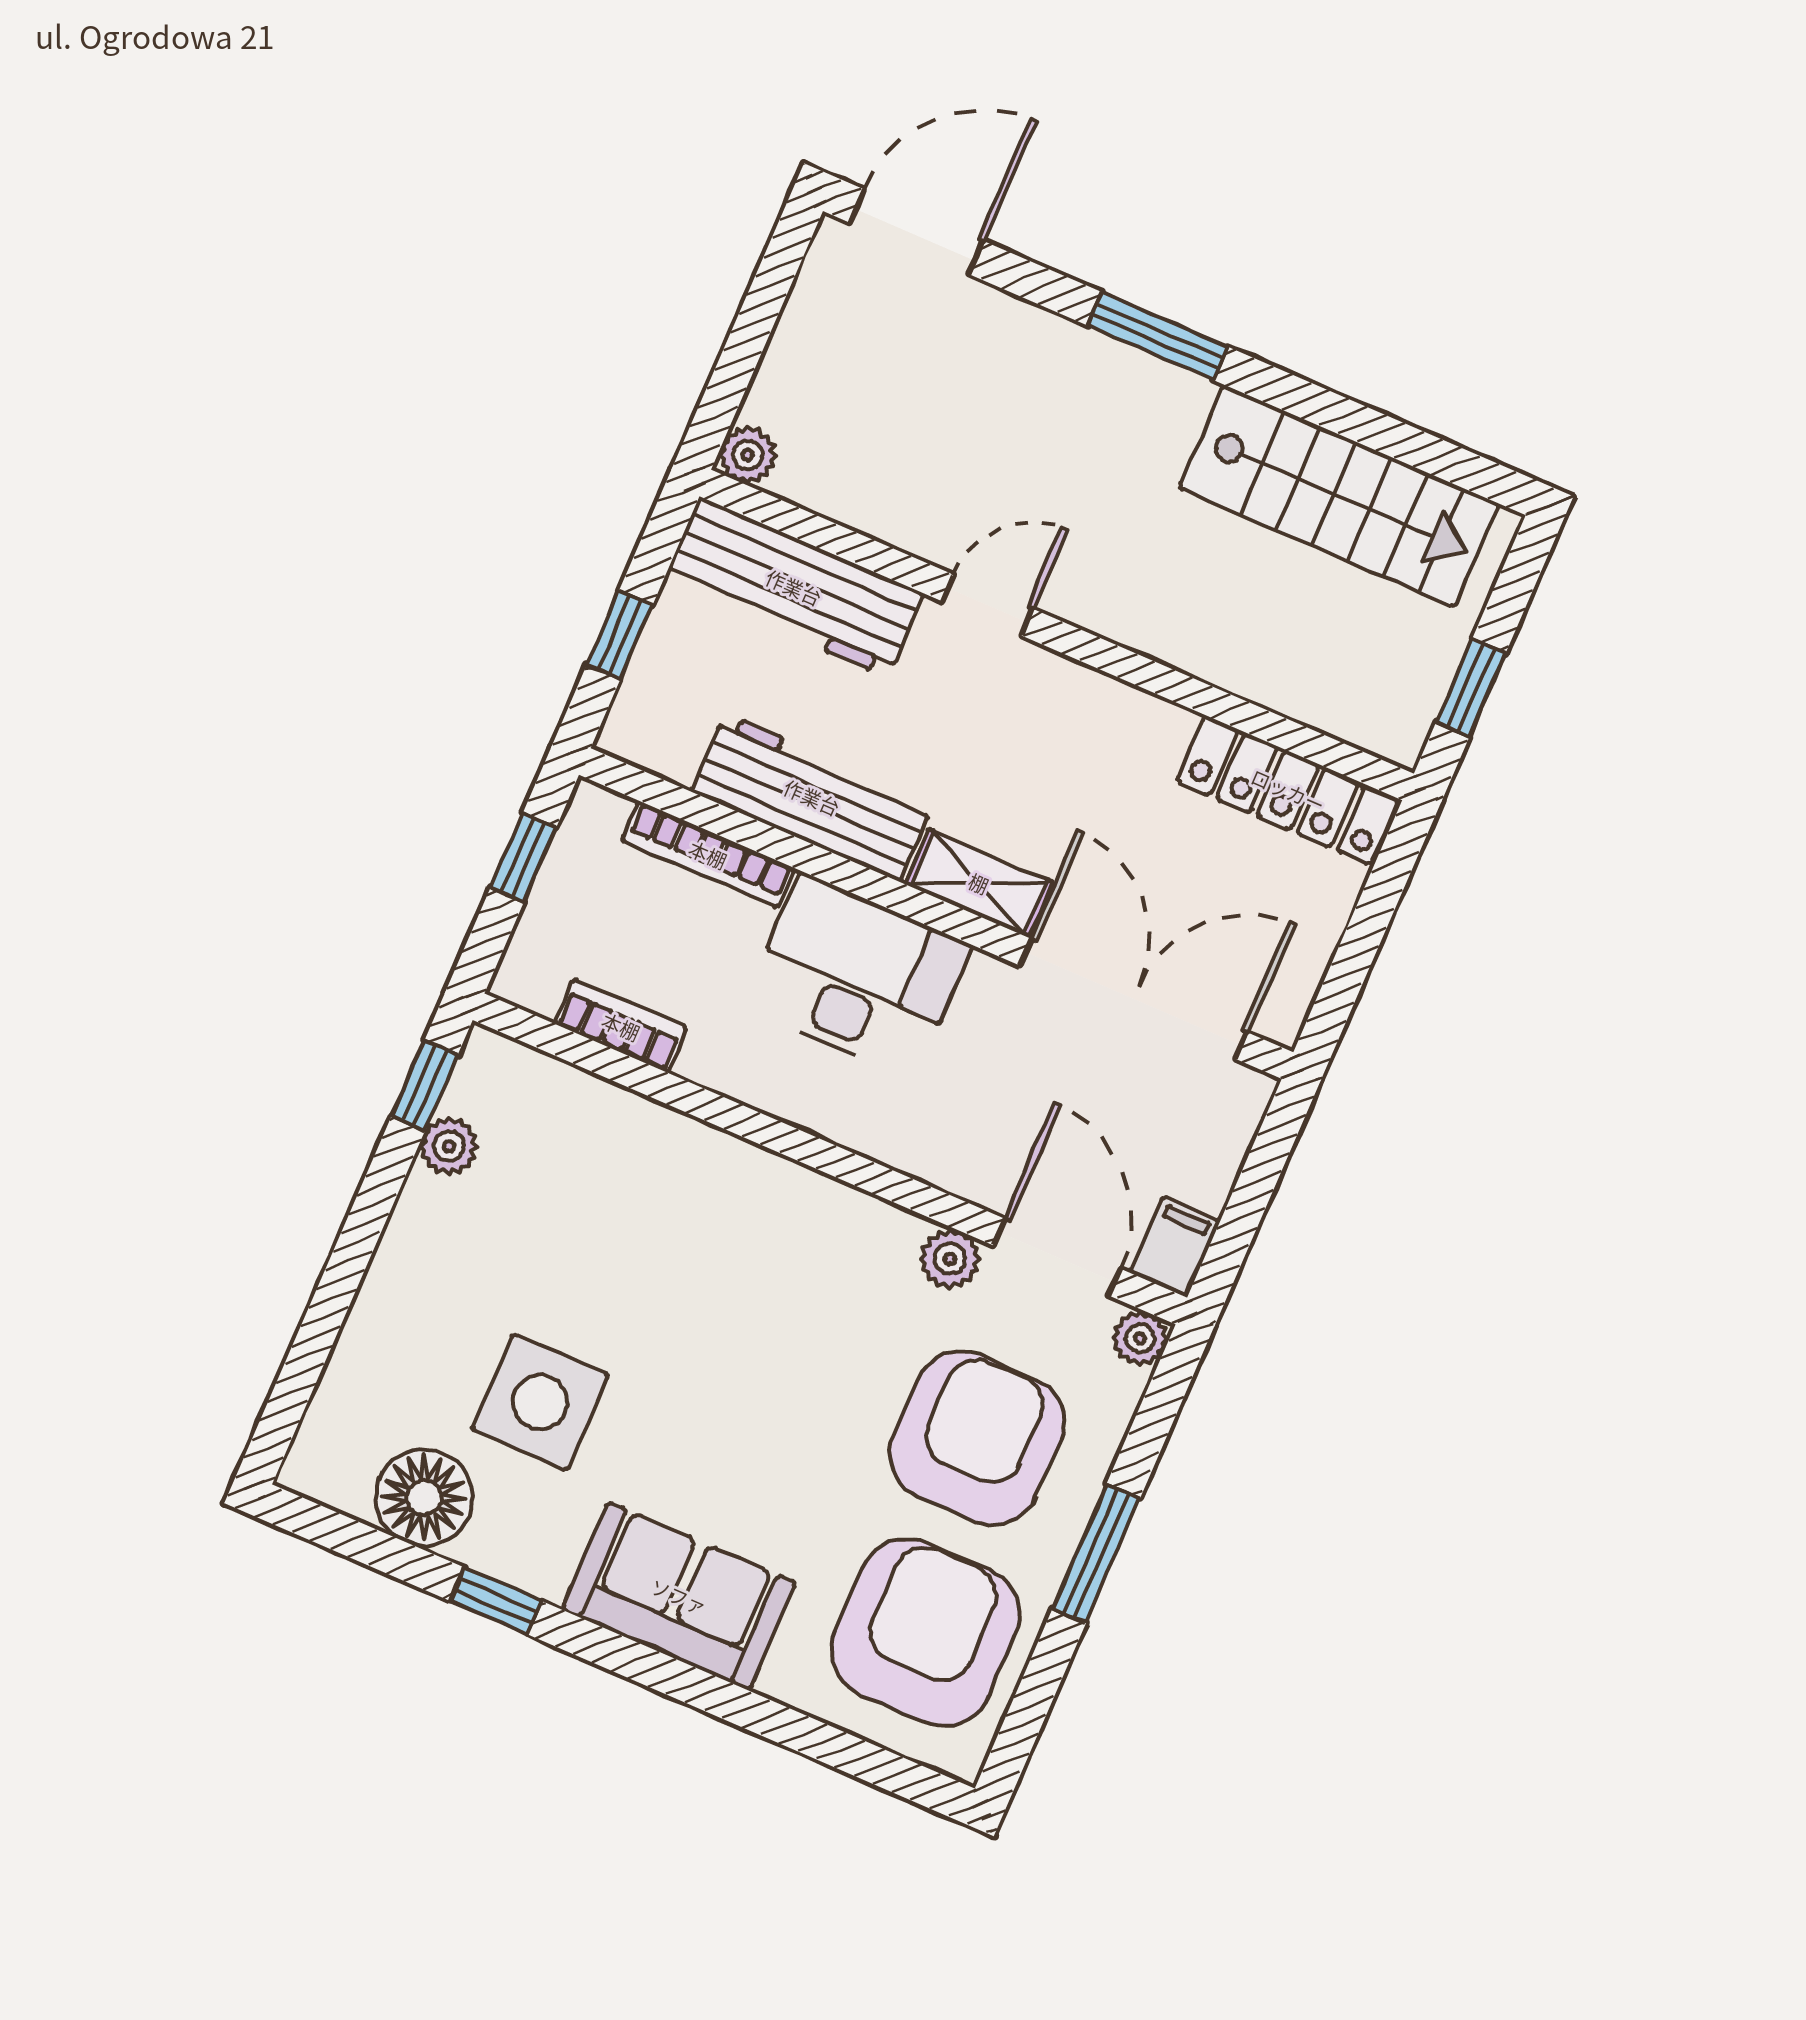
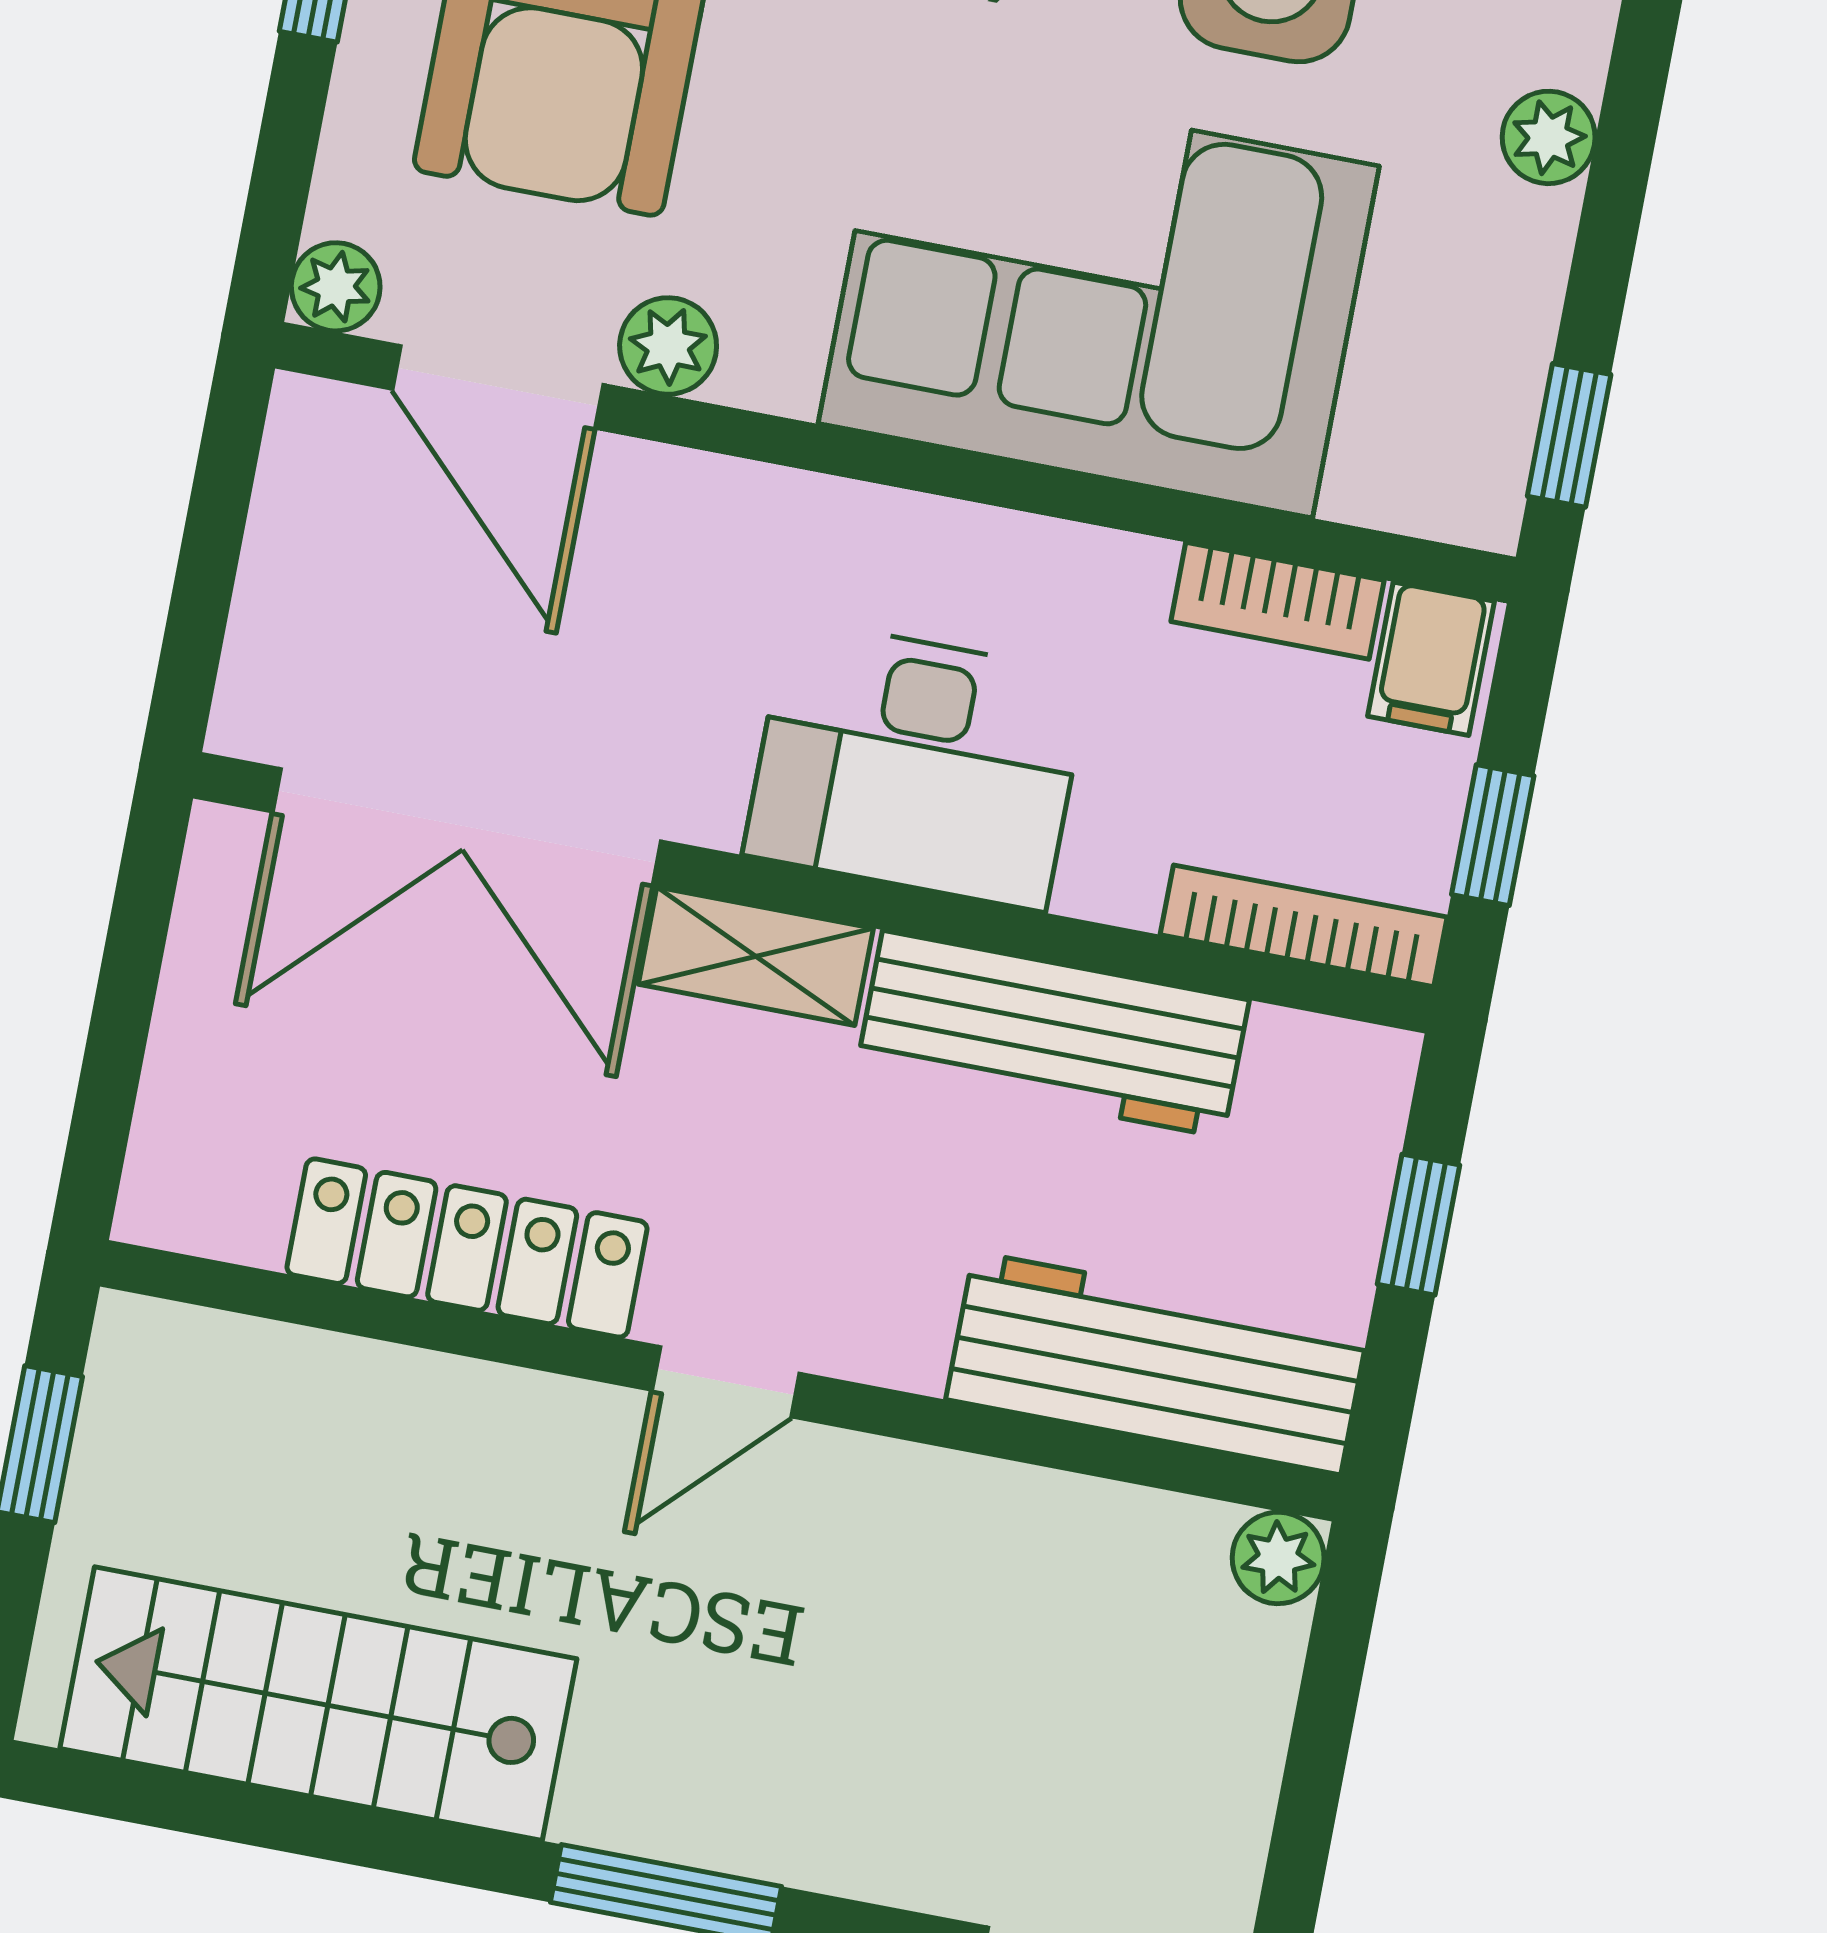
door: (988, 605) -> (726, 1382), moved
locker: (1288, 790) -> (467, 1248), moved
bookcase: (708, 854) -> (1304, 926), moved
plant: (449, 1146) -> (1549, 137), moved
corner sofa: (686, 1232) -> (1099, 295), added
filing cabinet: (1175, 1247) -> (1431, 659), moved

